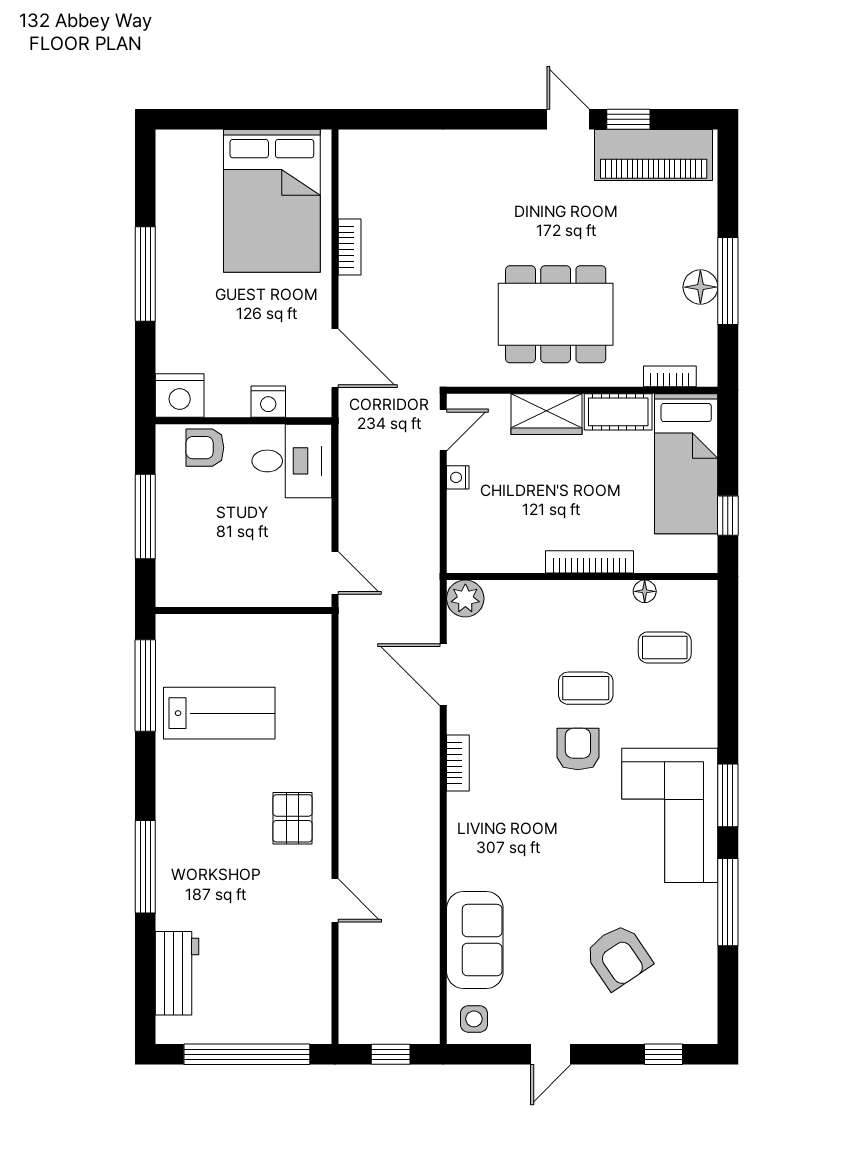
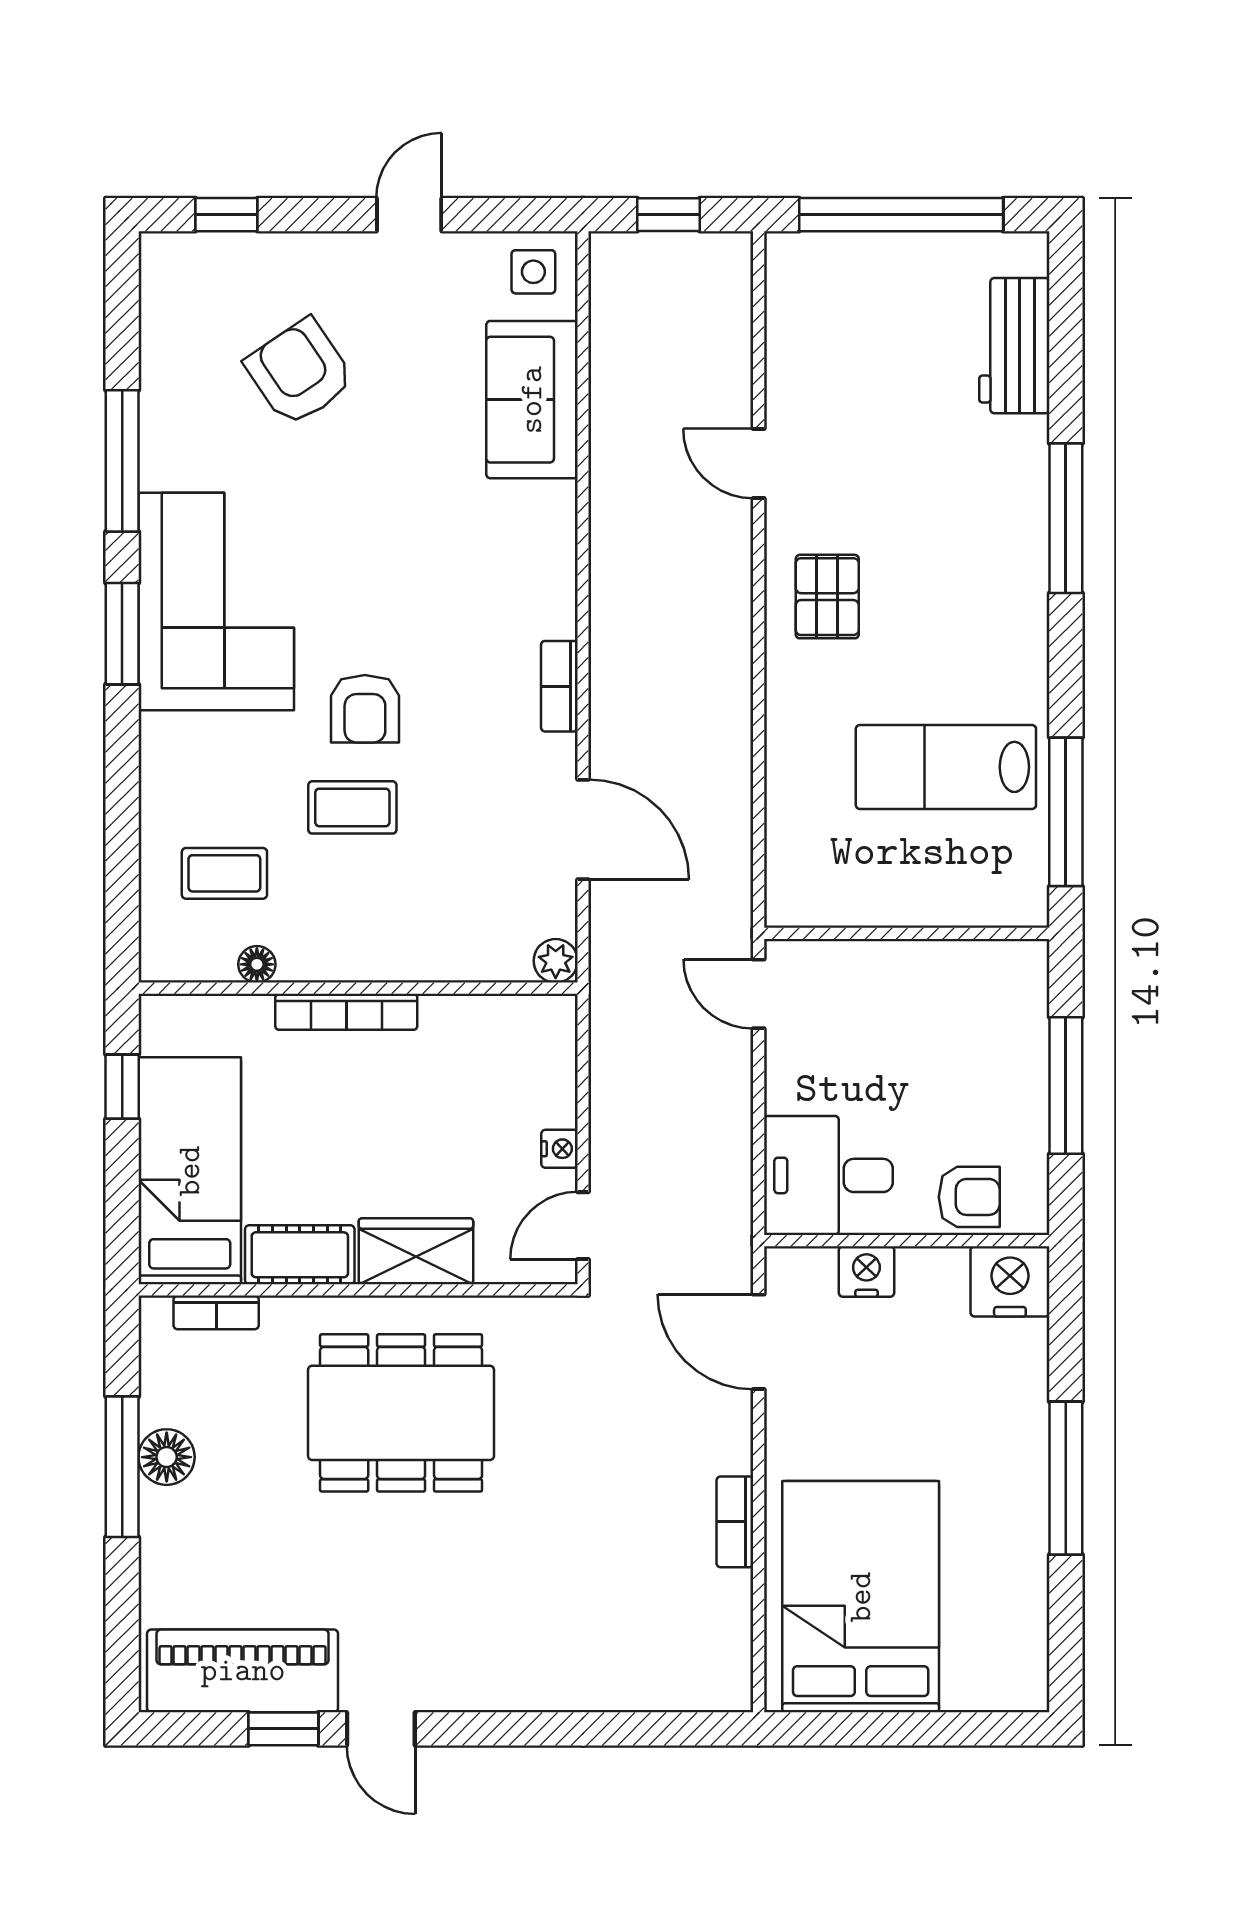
plant: (465, 598) -> (556, 961), width x0.73, depth x0.73

